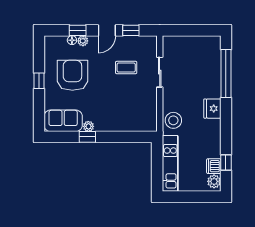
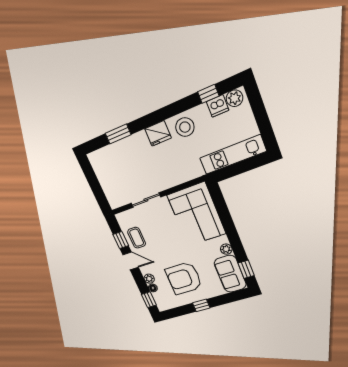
window: (78, 30) -> (149, 300), moved
coffee table: (126, 68) -> (137, 238), moved
window: (226, 74) -> (118, 134), width x0.47
corner sofa: (130, 112) -> (196, 214), added
stool: (173, 120) -> (185, 127), moved
window: (87, 137) -> (246, 269), moved

